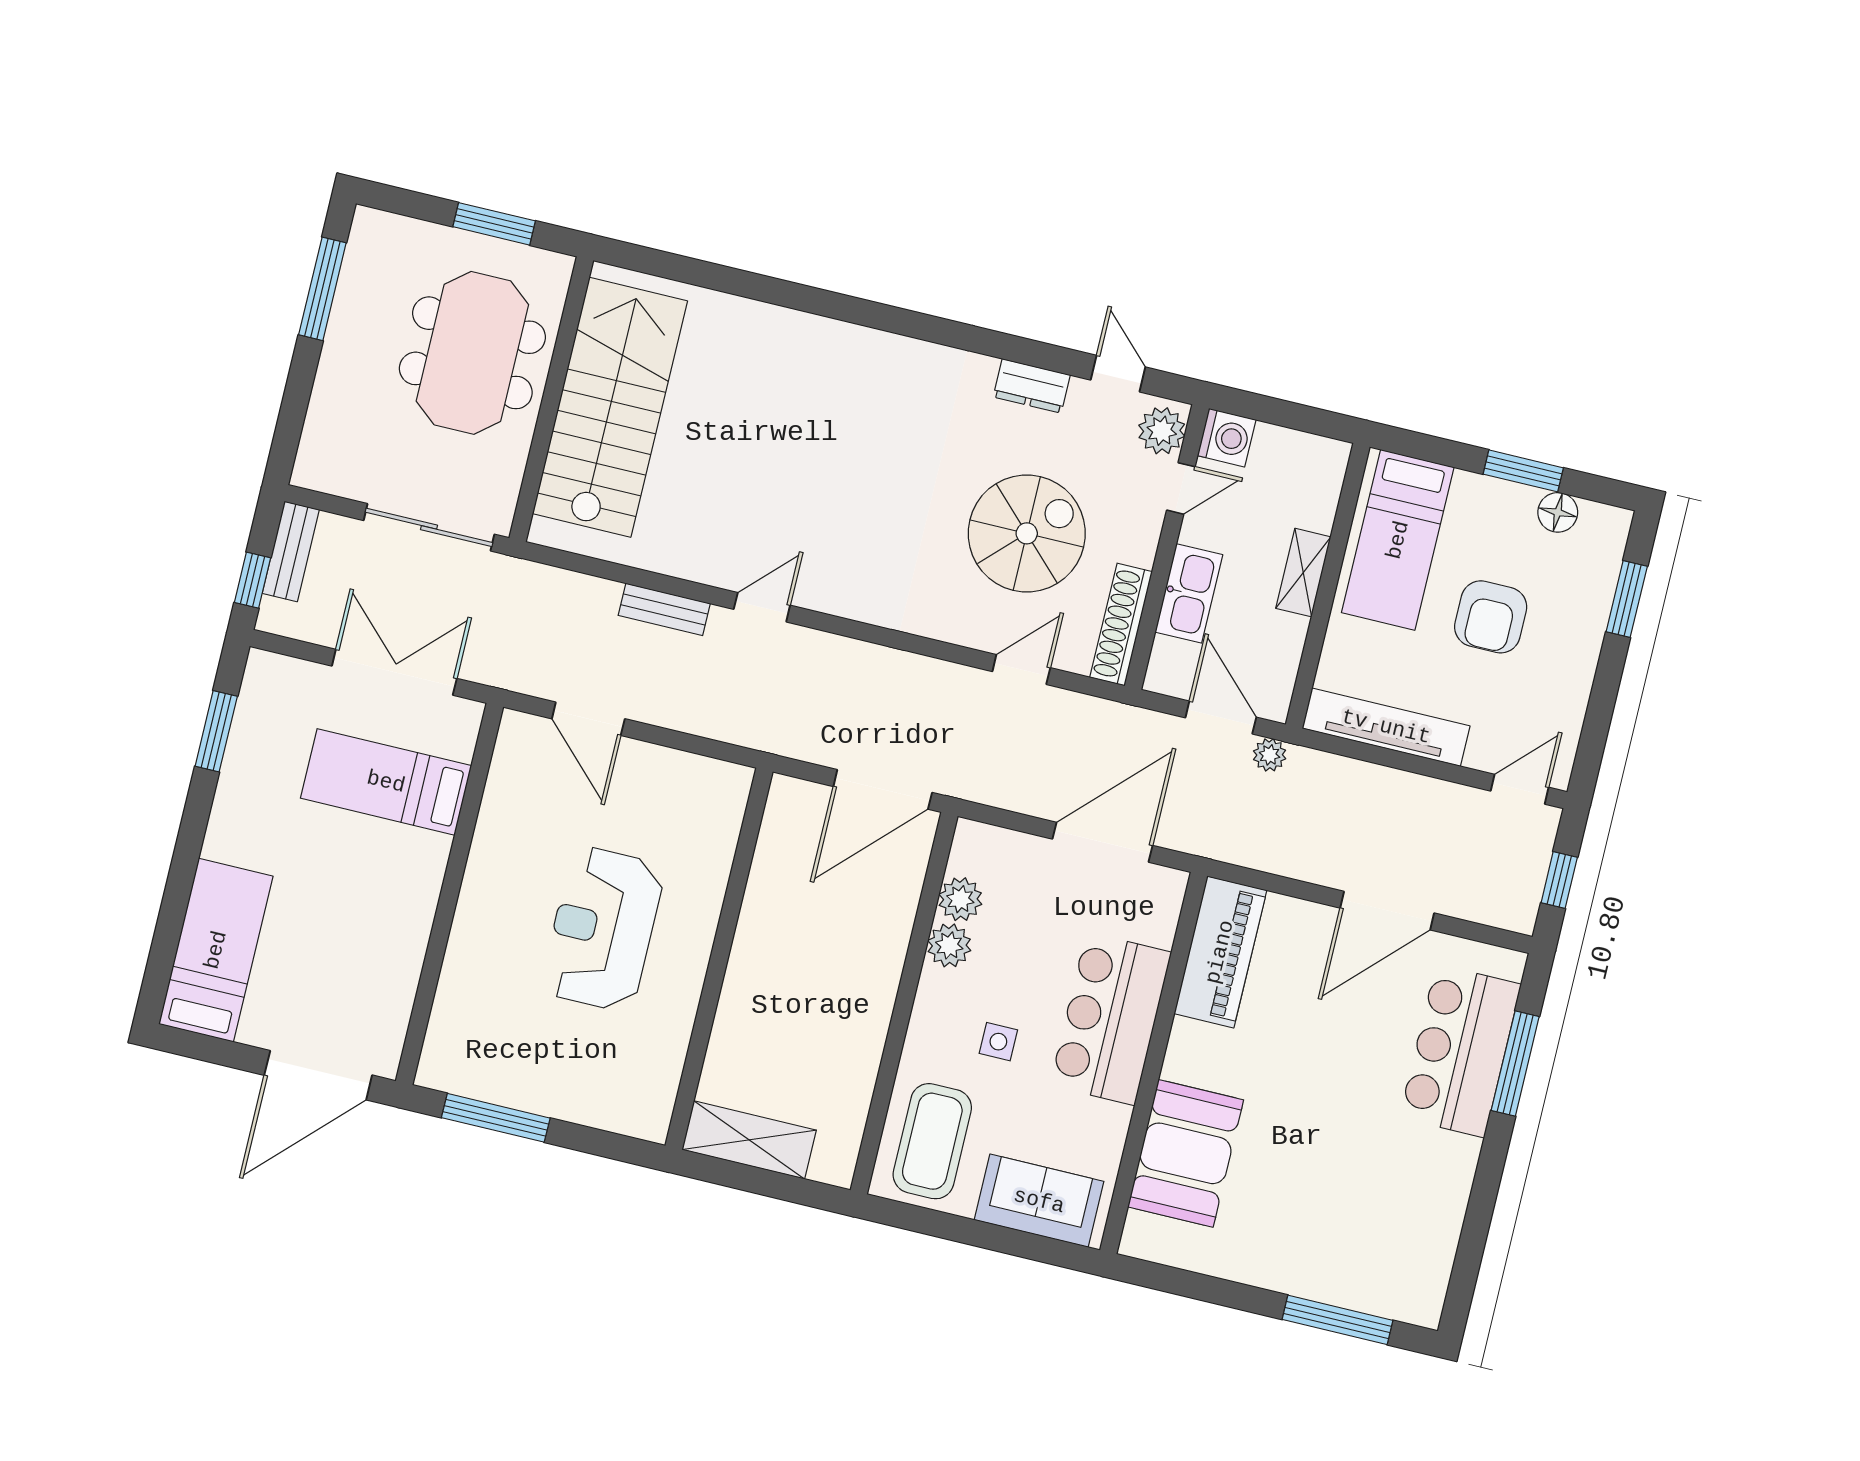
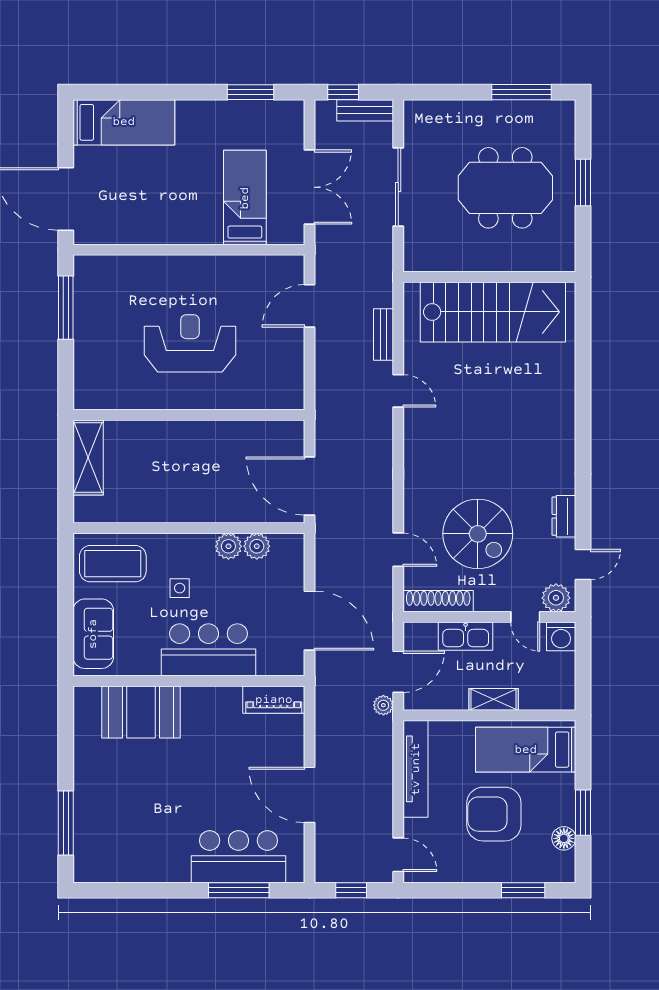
wall: (551, 399) -> (489, 277), moved
stairs: (610, 407) -> (493, 312), moved
armchair: (1491, 617) -> (494, 814), width x1.36, depth x1.36
piano: (1220, 952) -> (274, 700), width x0.73, depth x0.75

